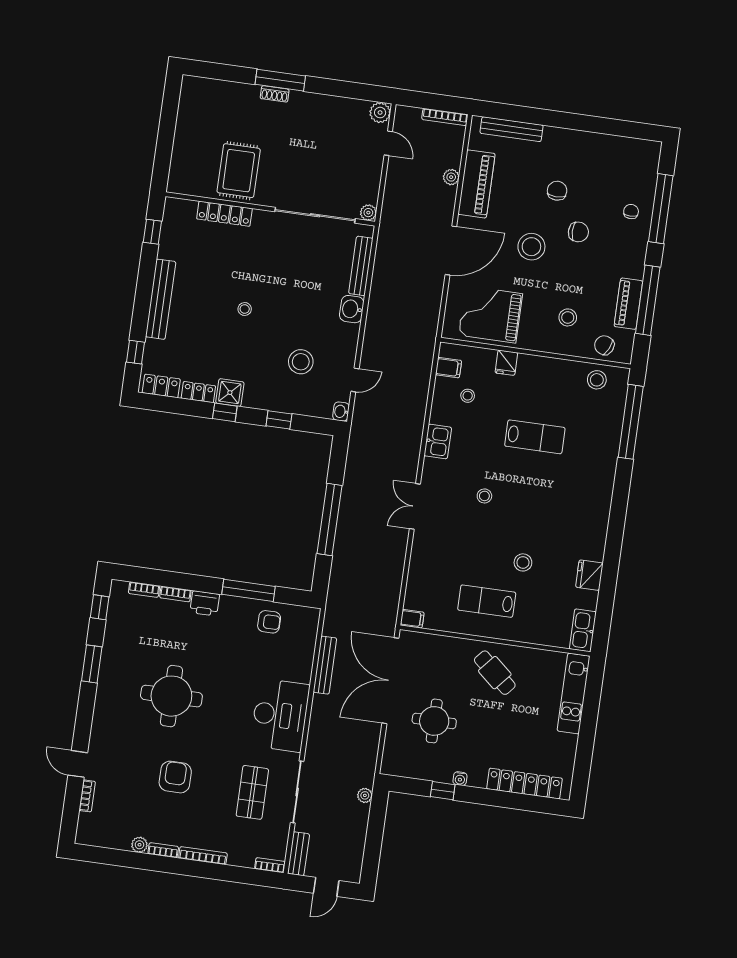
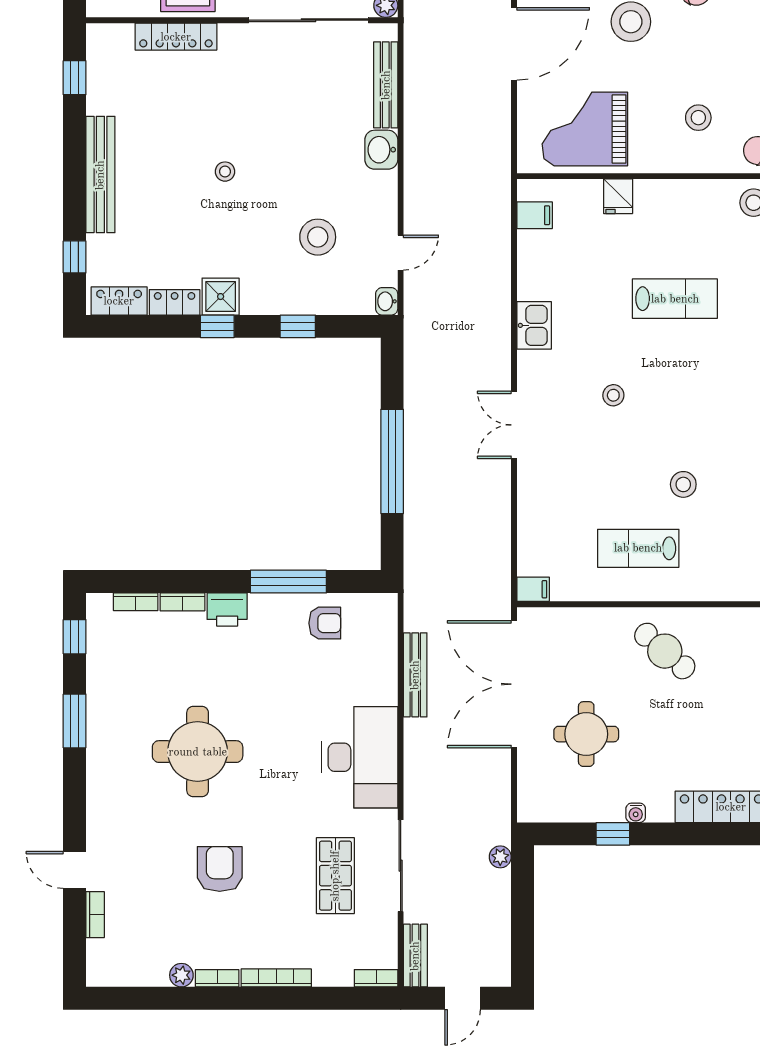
stool: (468, 396) -> (568, 252), removed

